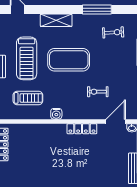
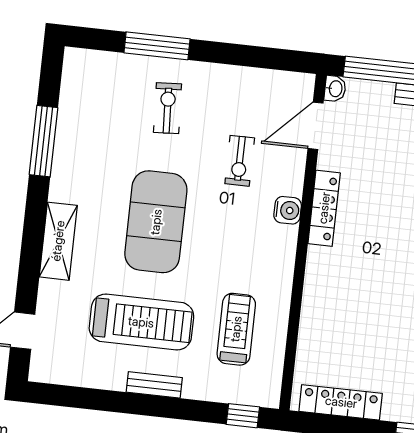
exercise bike: (113, 32) -> (168, 108), moved
water cooler: (56, 114) -> (288, 210), moved
door: (116, 121) -> (316, 126), hinge flipped

